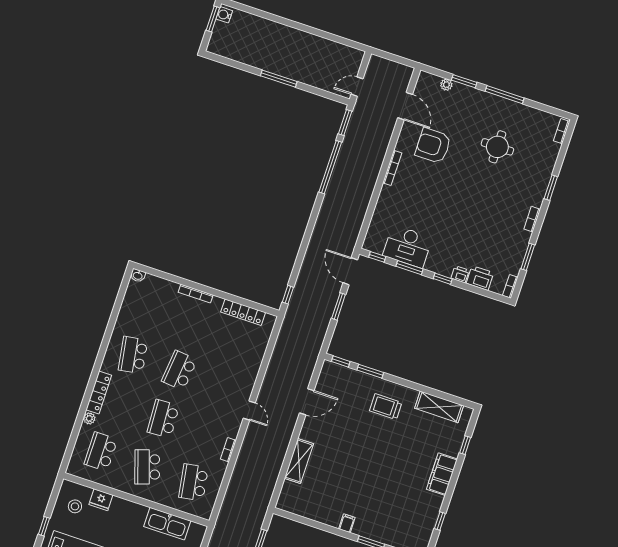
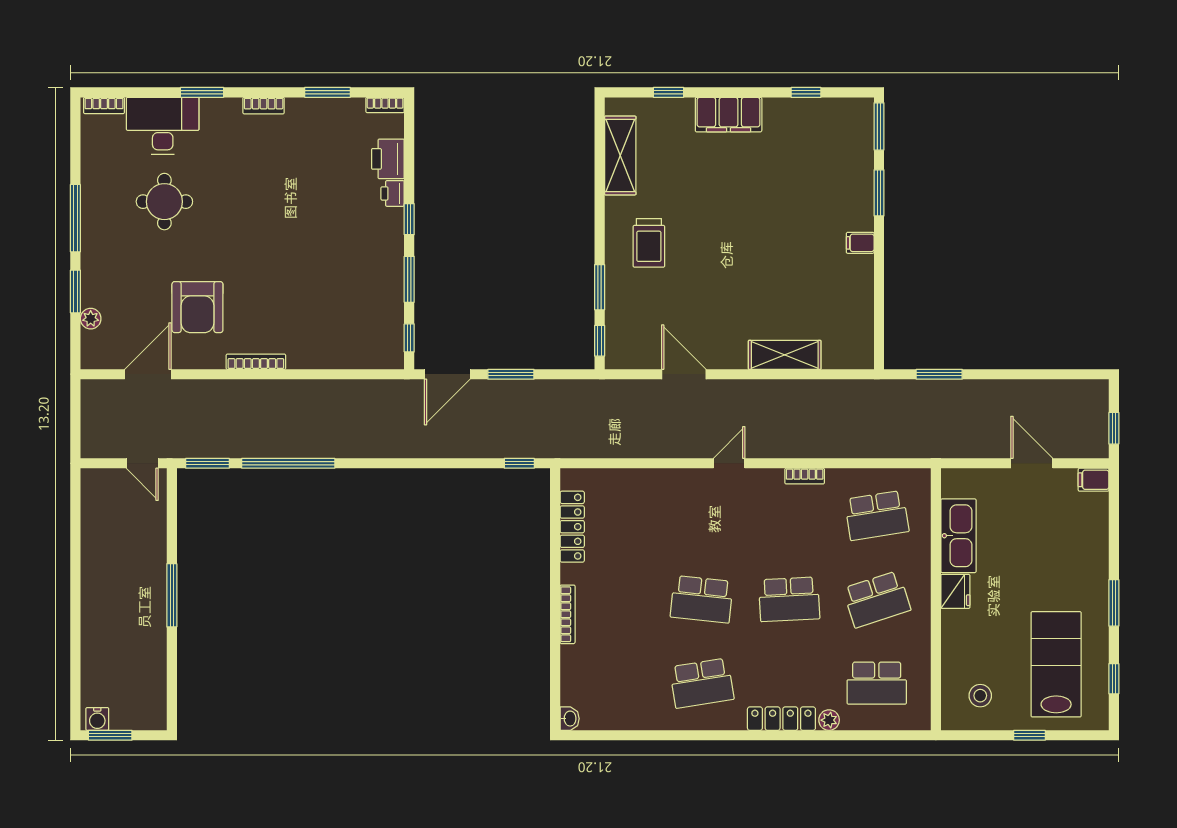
desk: (408, 246) -> (163, 126), moved, turned -90
fridge: (101, 500) -> (955, 591), moved

